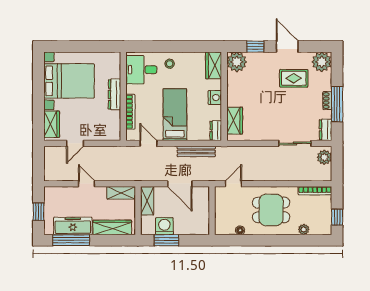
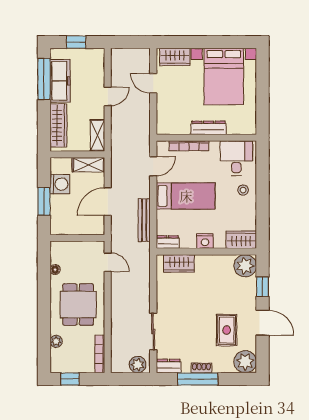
door: (287, 47) -> (262, 323), hinge flipped
window: (167, 240) -> (44, 201), moved

